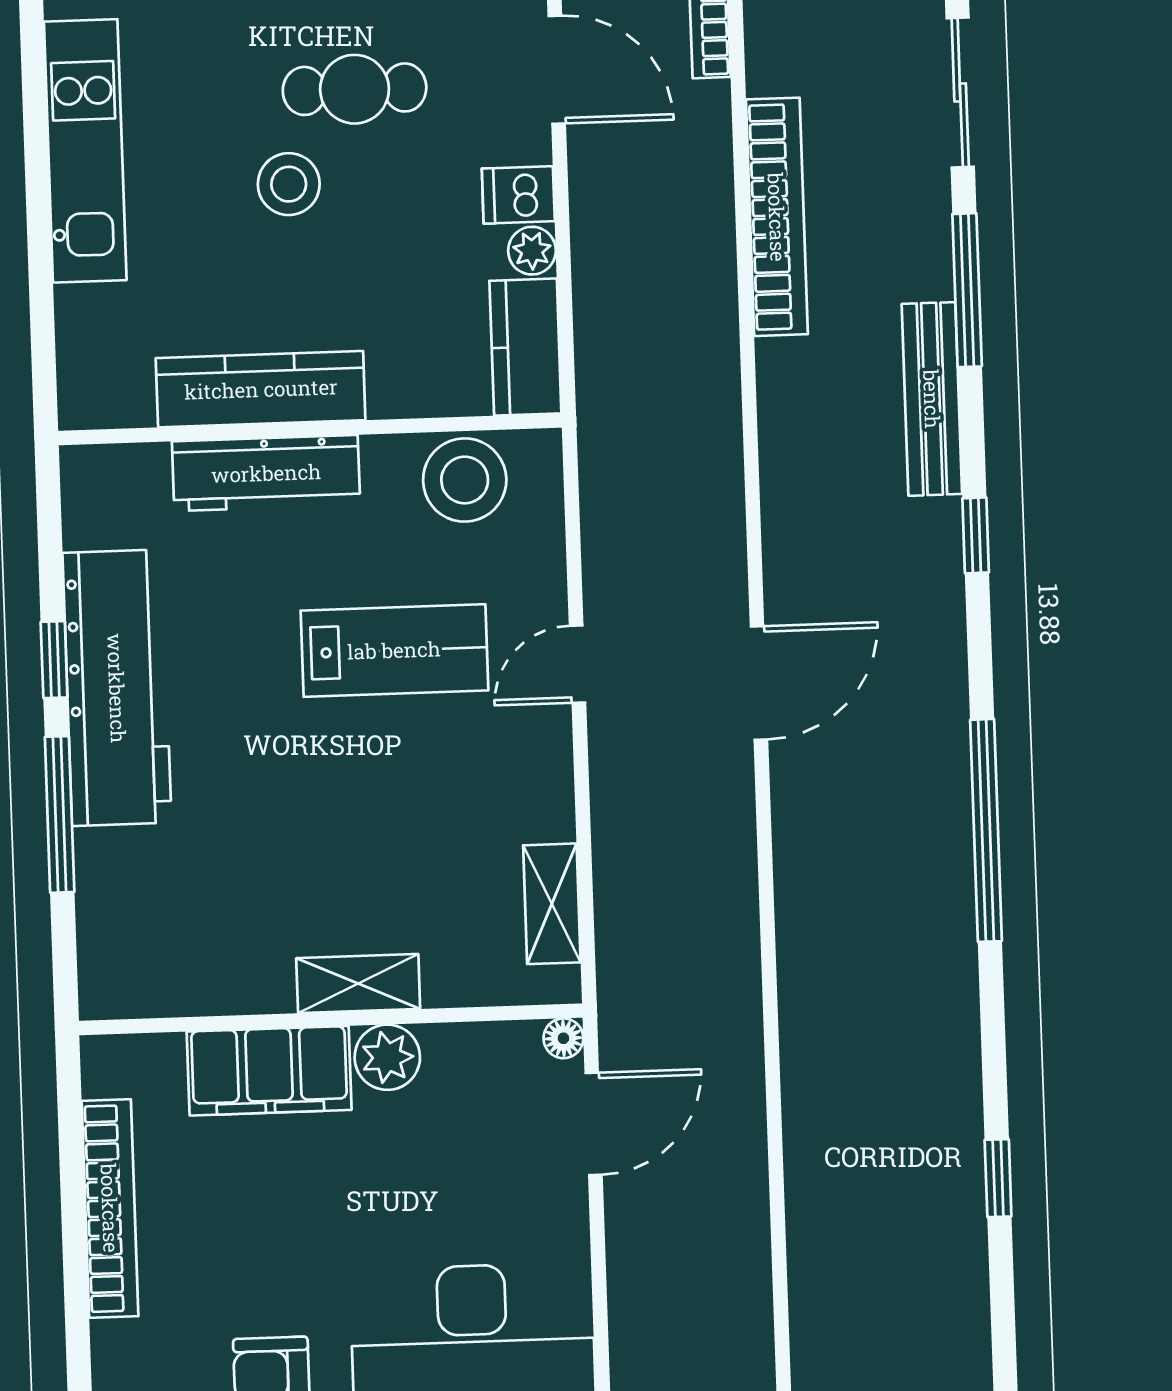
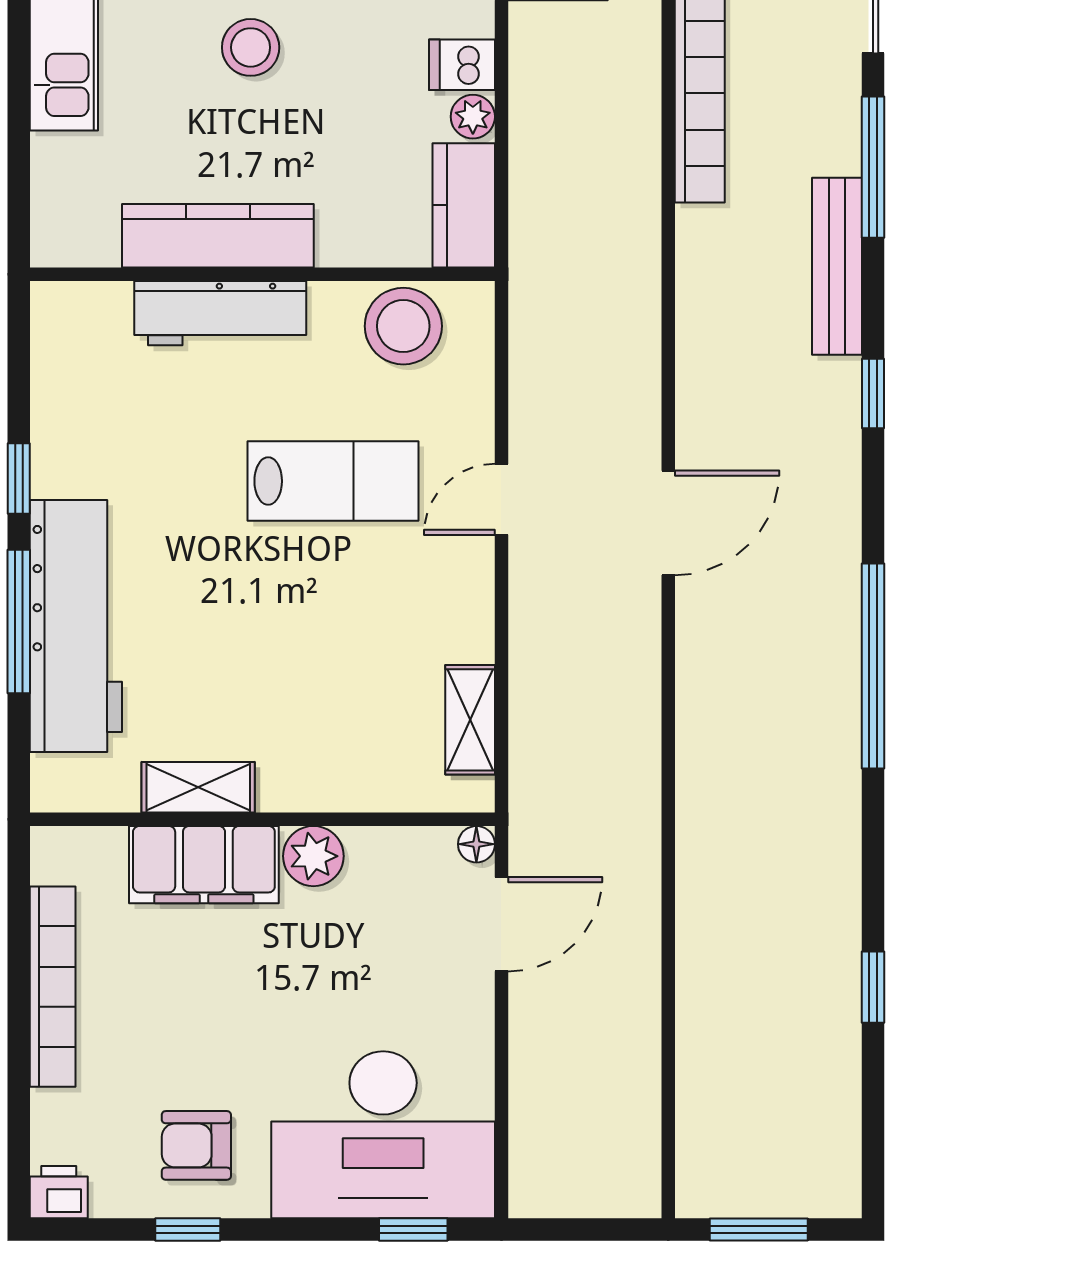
workbench: (117, 688) -> (76, 626), moved
shelving: (358, 984) -> (198, 787), moved

